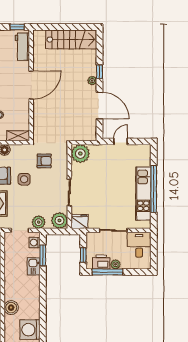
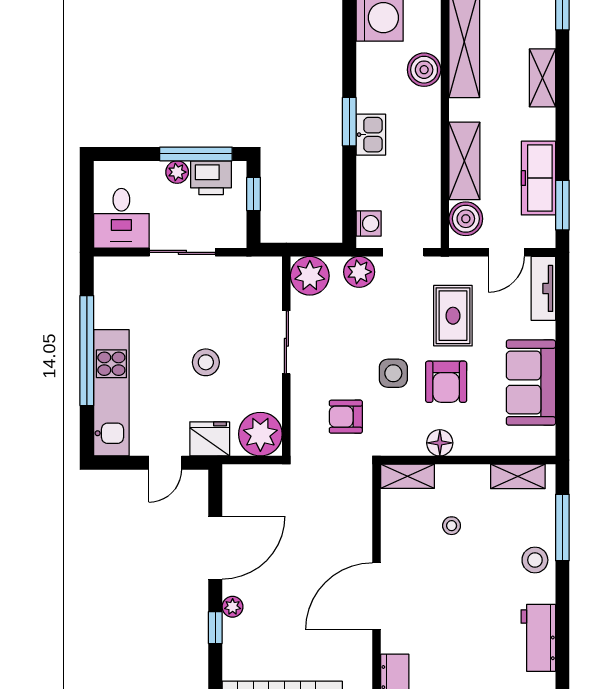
door: (99, 106) -> (215, 548), swing flipped
stool: (103, 184) -> (206, 362), added
kitchen unit: (143, 194) -> (111, 393), moved
fridge: (79, 221) -> (210, 439), moved, turned 180
window: (43, 255) -> (349, 122), moved
kitchen sink: (34, 266) -> (371, 135), moved

